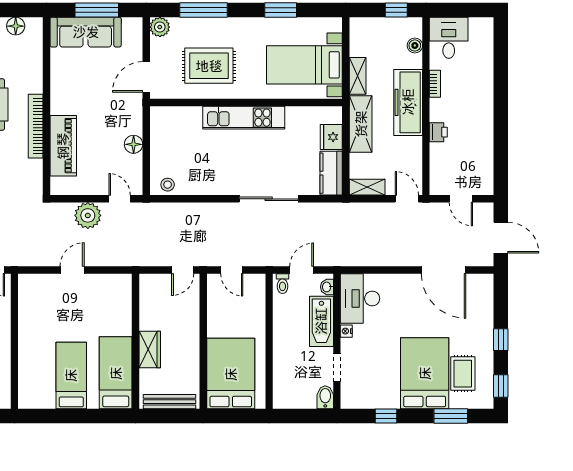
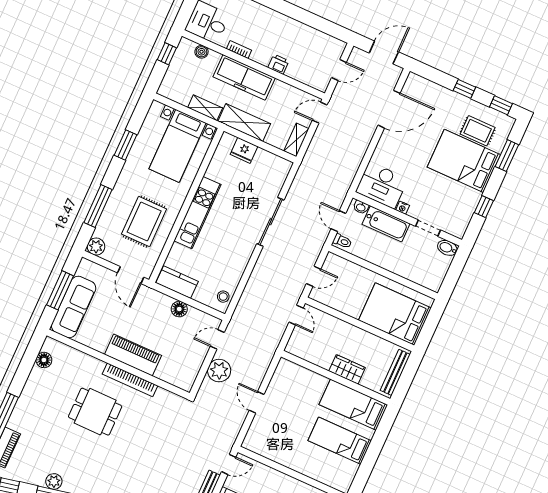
piano: (63, 146) -> (133, 355), moved
kitchen counter: (331, 173) -> (177, 282), moved, turned 180

